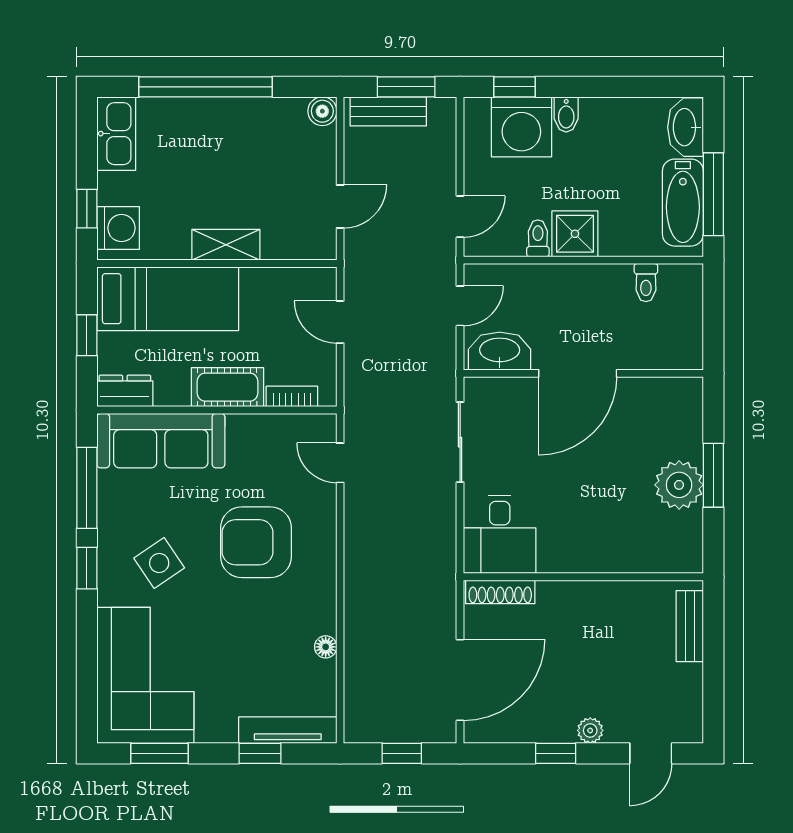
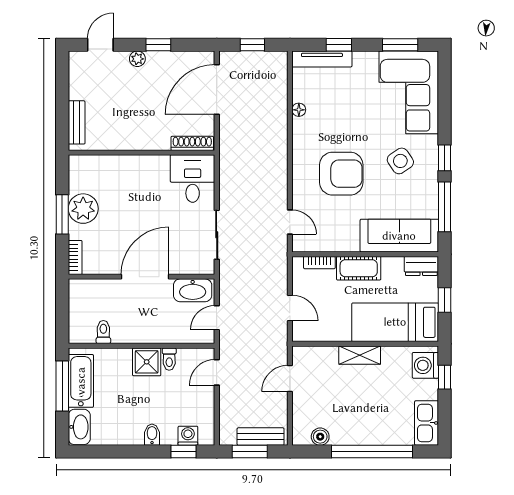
boiler: (322, 111) -> (320, 437), moved
washing machine: (521, 127) -> (188, 436), width x0.53, depth x0.53
bookcase: (692, 405) -> (75, 257), added

